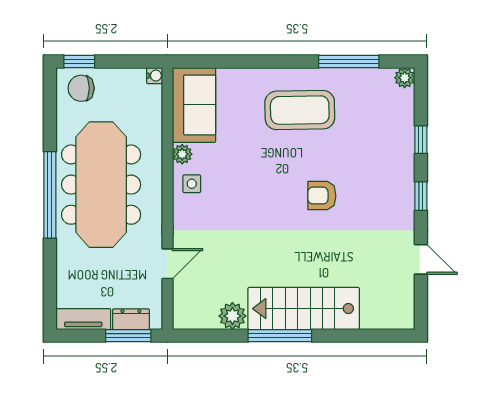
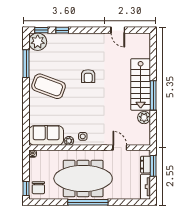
plant: (405, 78) -> (38, 42), width x1.87, depth x1.87
coffee table: (300, 110) -> (49, 86), turned -69
window: (421, 196) -> (41, 30), moved
door: (421, 259) -> (118, 30), swing flipped

